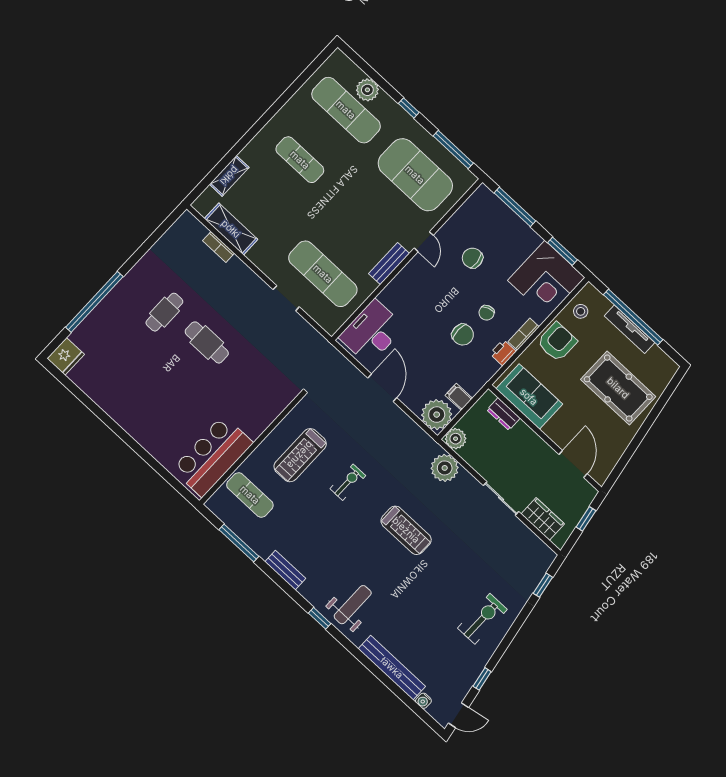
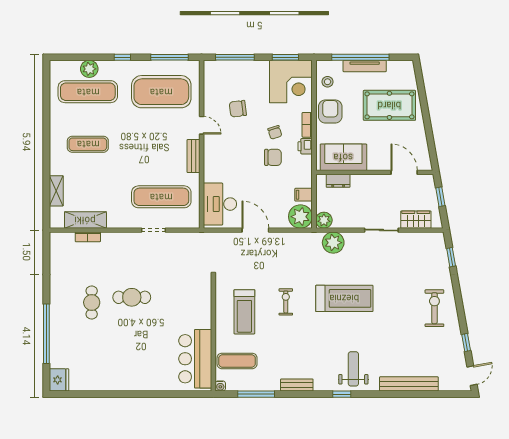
treadmill: (406, 530) -> (344, 298), width x1.37, depth x1.38
water cooler: (423, 701) -> (220, 386), moved

